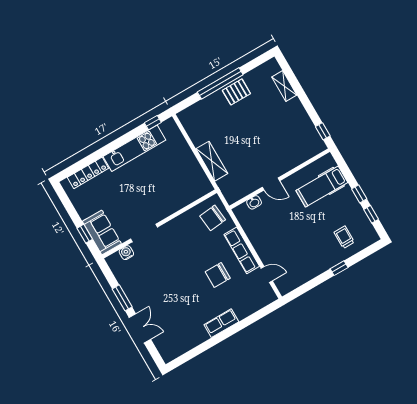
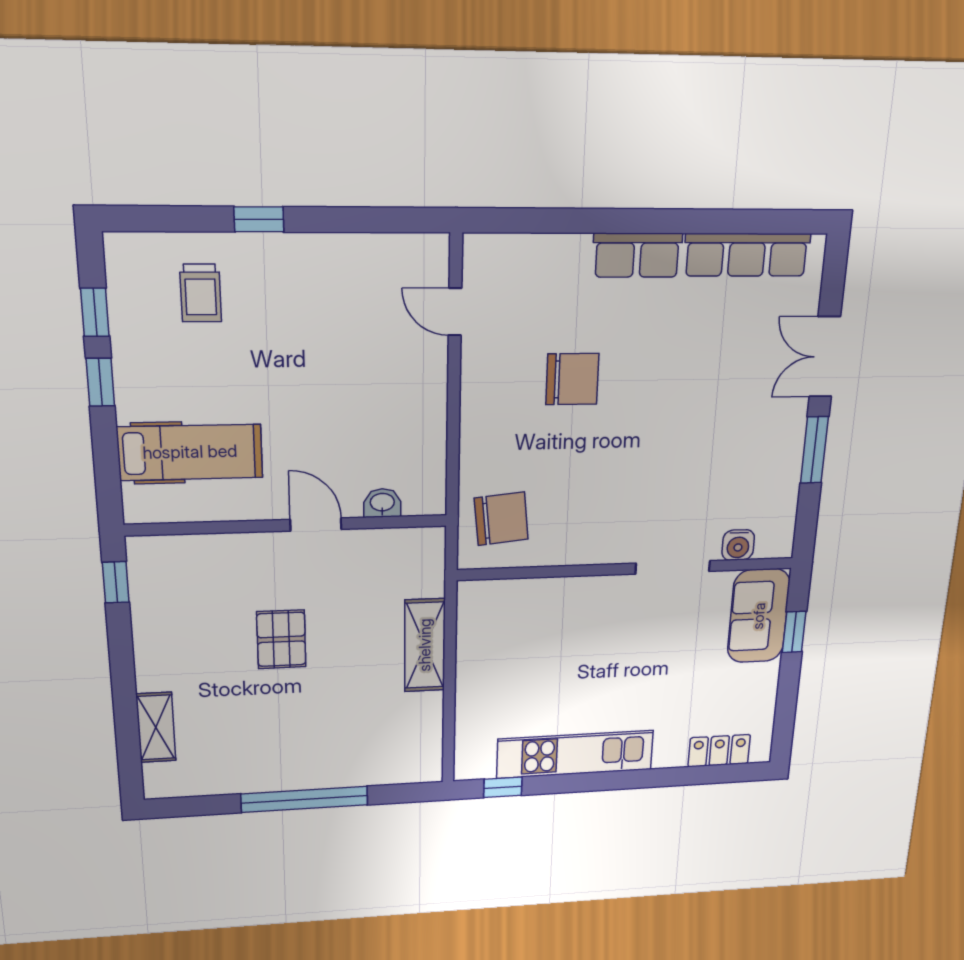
pallet: (236, 92) -> (281, 639), moved, turned 90
locker: (88, 173) -> (719, 751), width x0.66
row of seats: (242, 250) -> (747, 255), moved, turned 90

